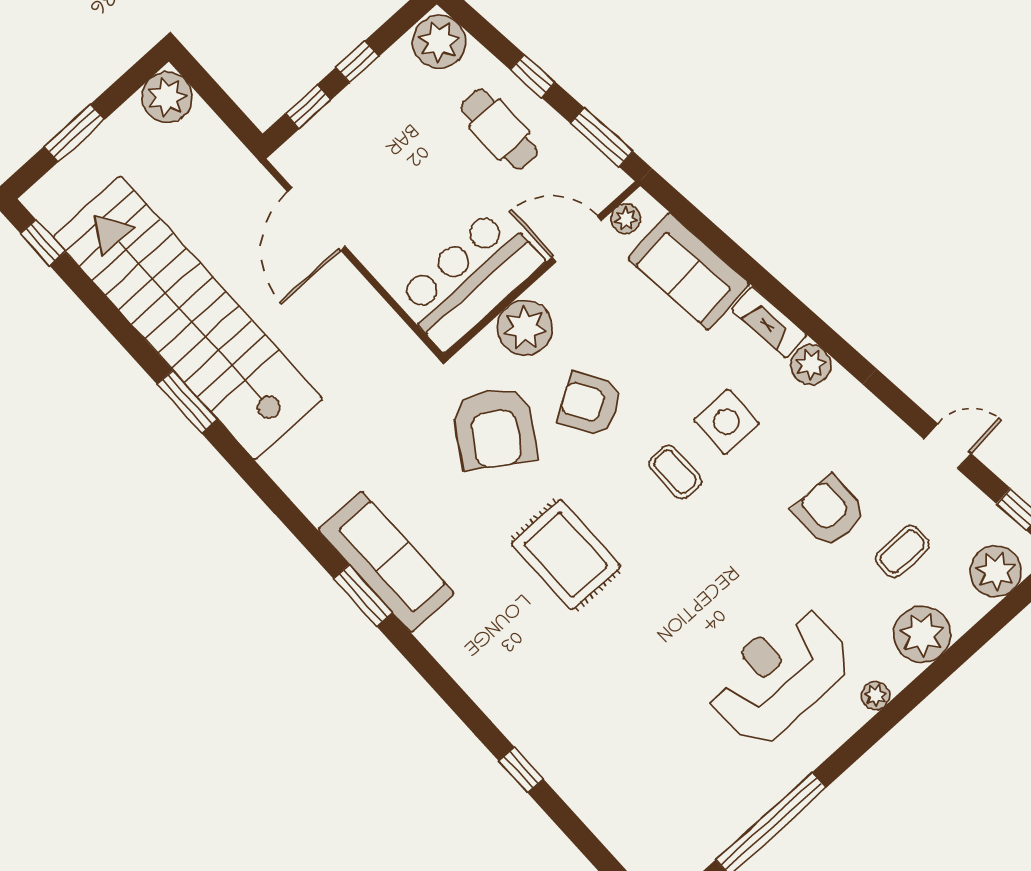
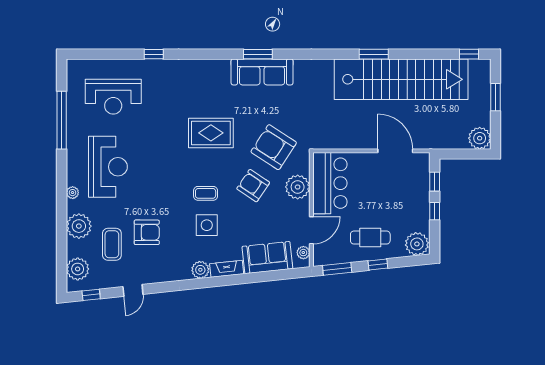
armchair: (590, 404) -> (253, 186), turned -115
coffee table: (902, 551) -> (112, 244), width x1.36, depth x1.30
reception desk: (653, 773) -> (113, 97), added

